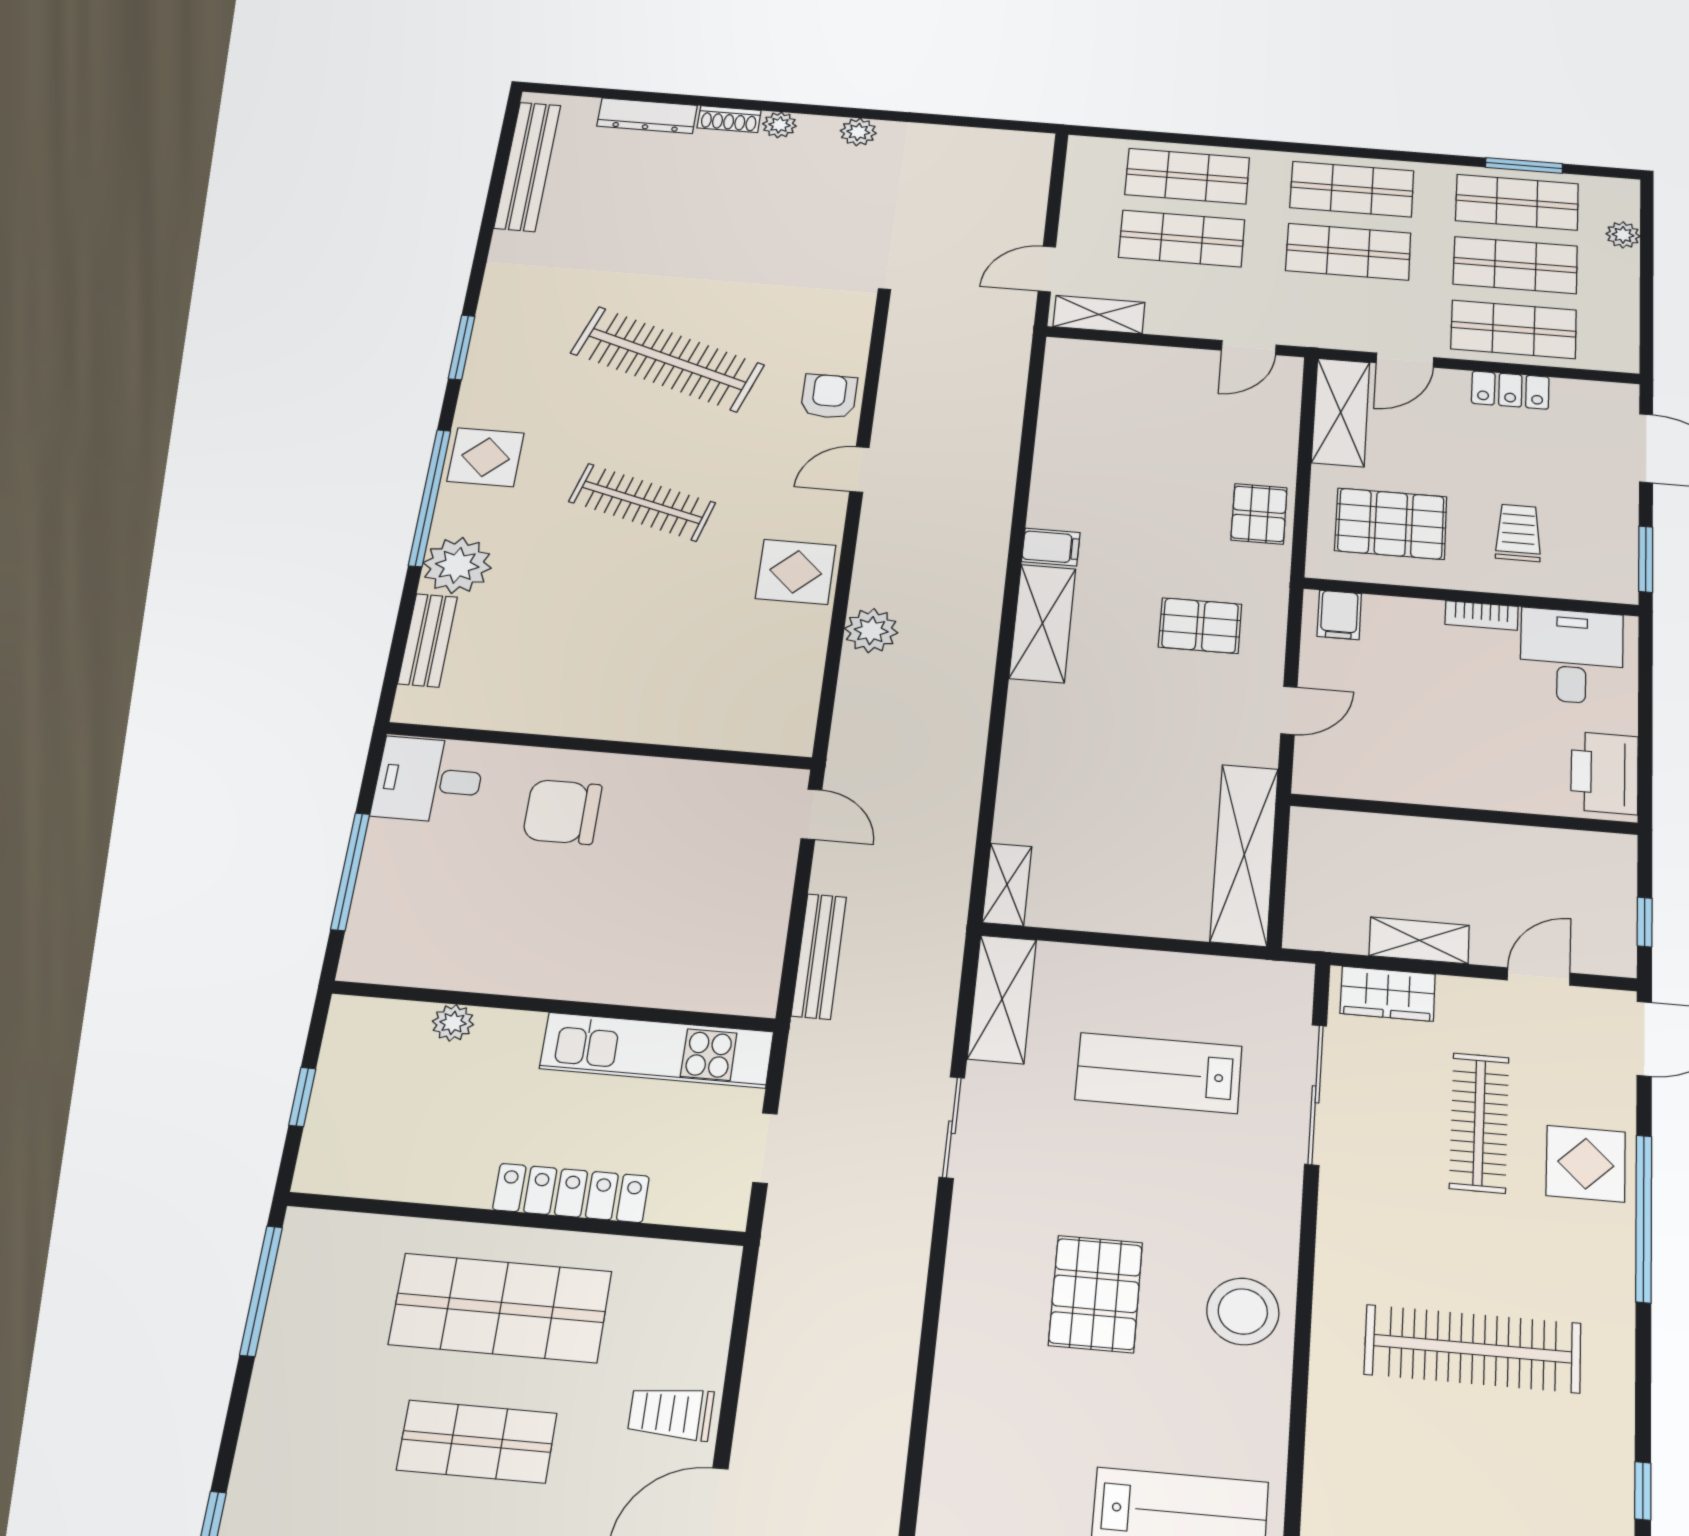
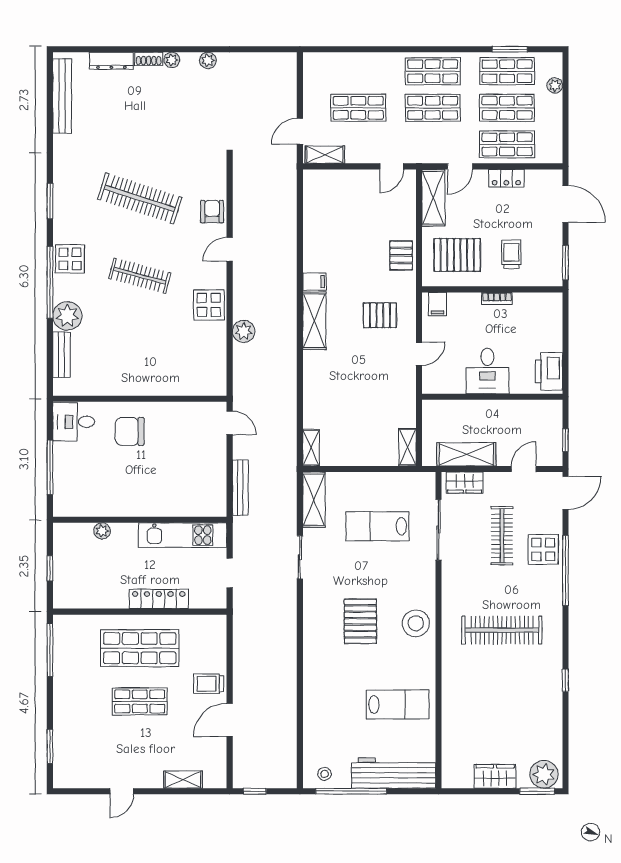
shop shelf: (1187, 176) -> (358, 71), removed
desk: (1572, 656) -> (487, 371), moved, turned 180
shelving: (1244, 855) -> (408, 447), width x0.45, depth x0.75
shelving: (1419, 940) -> (466, 454), width x1.50, depth x1.33

